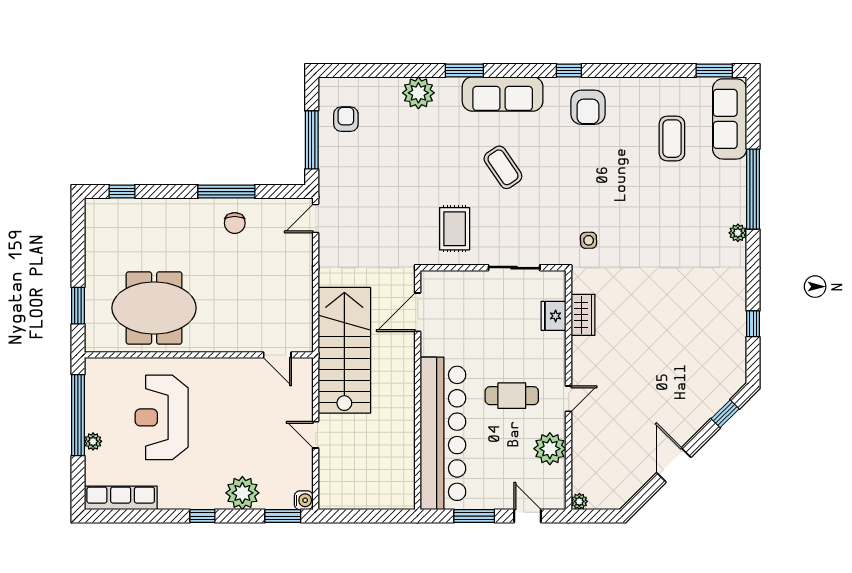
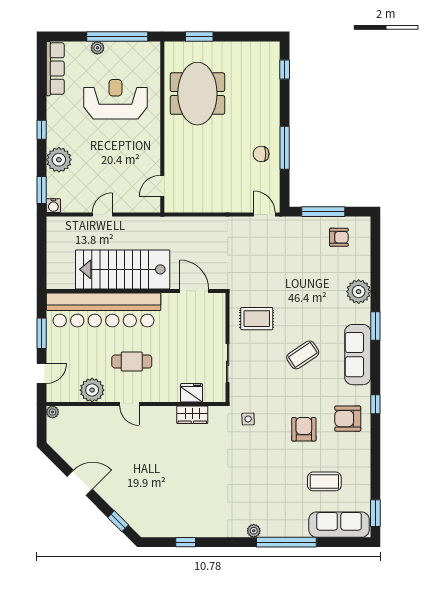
armchair: (602, 166) -> (304, 429), added
stairs: (344, 350) -> (123, 269), moved, turned 180
cafe table: (512, 396) -> (132, 362), turned 90

